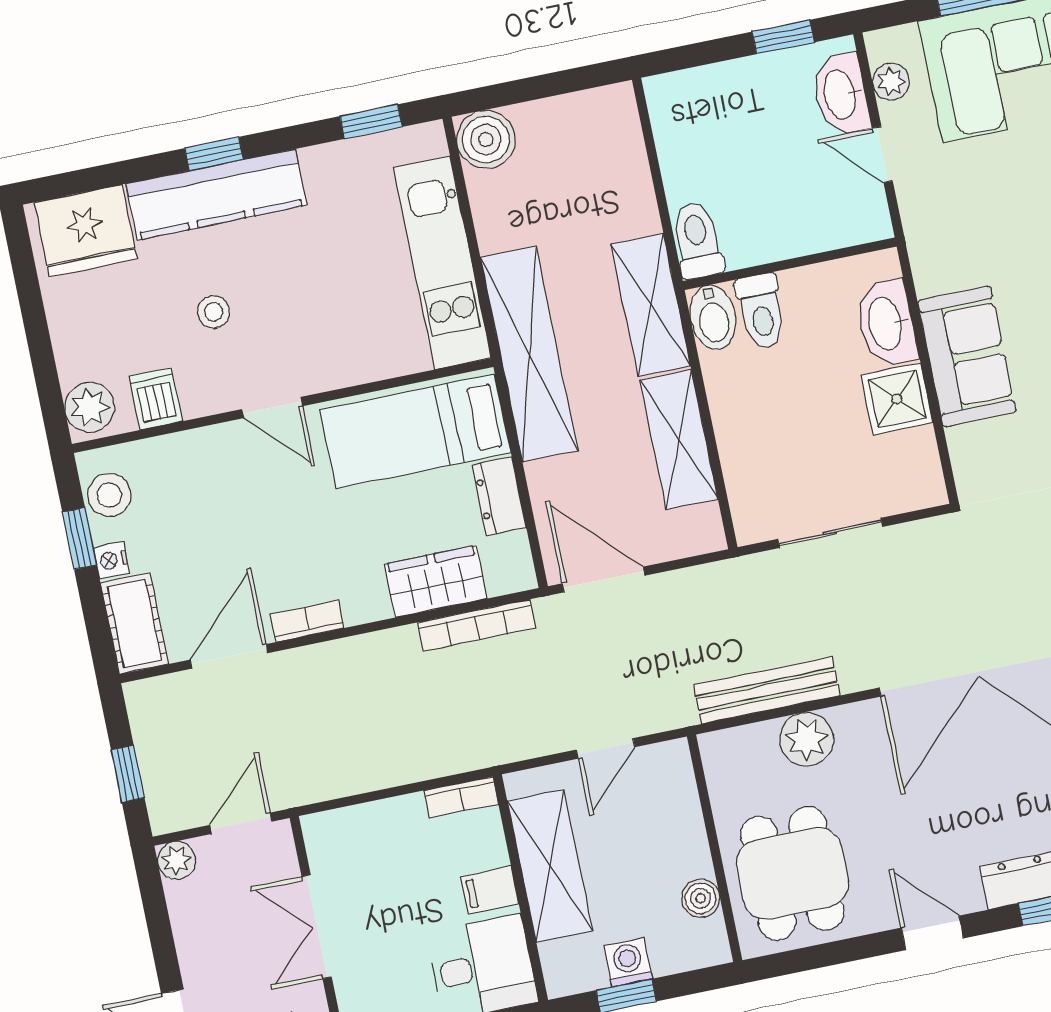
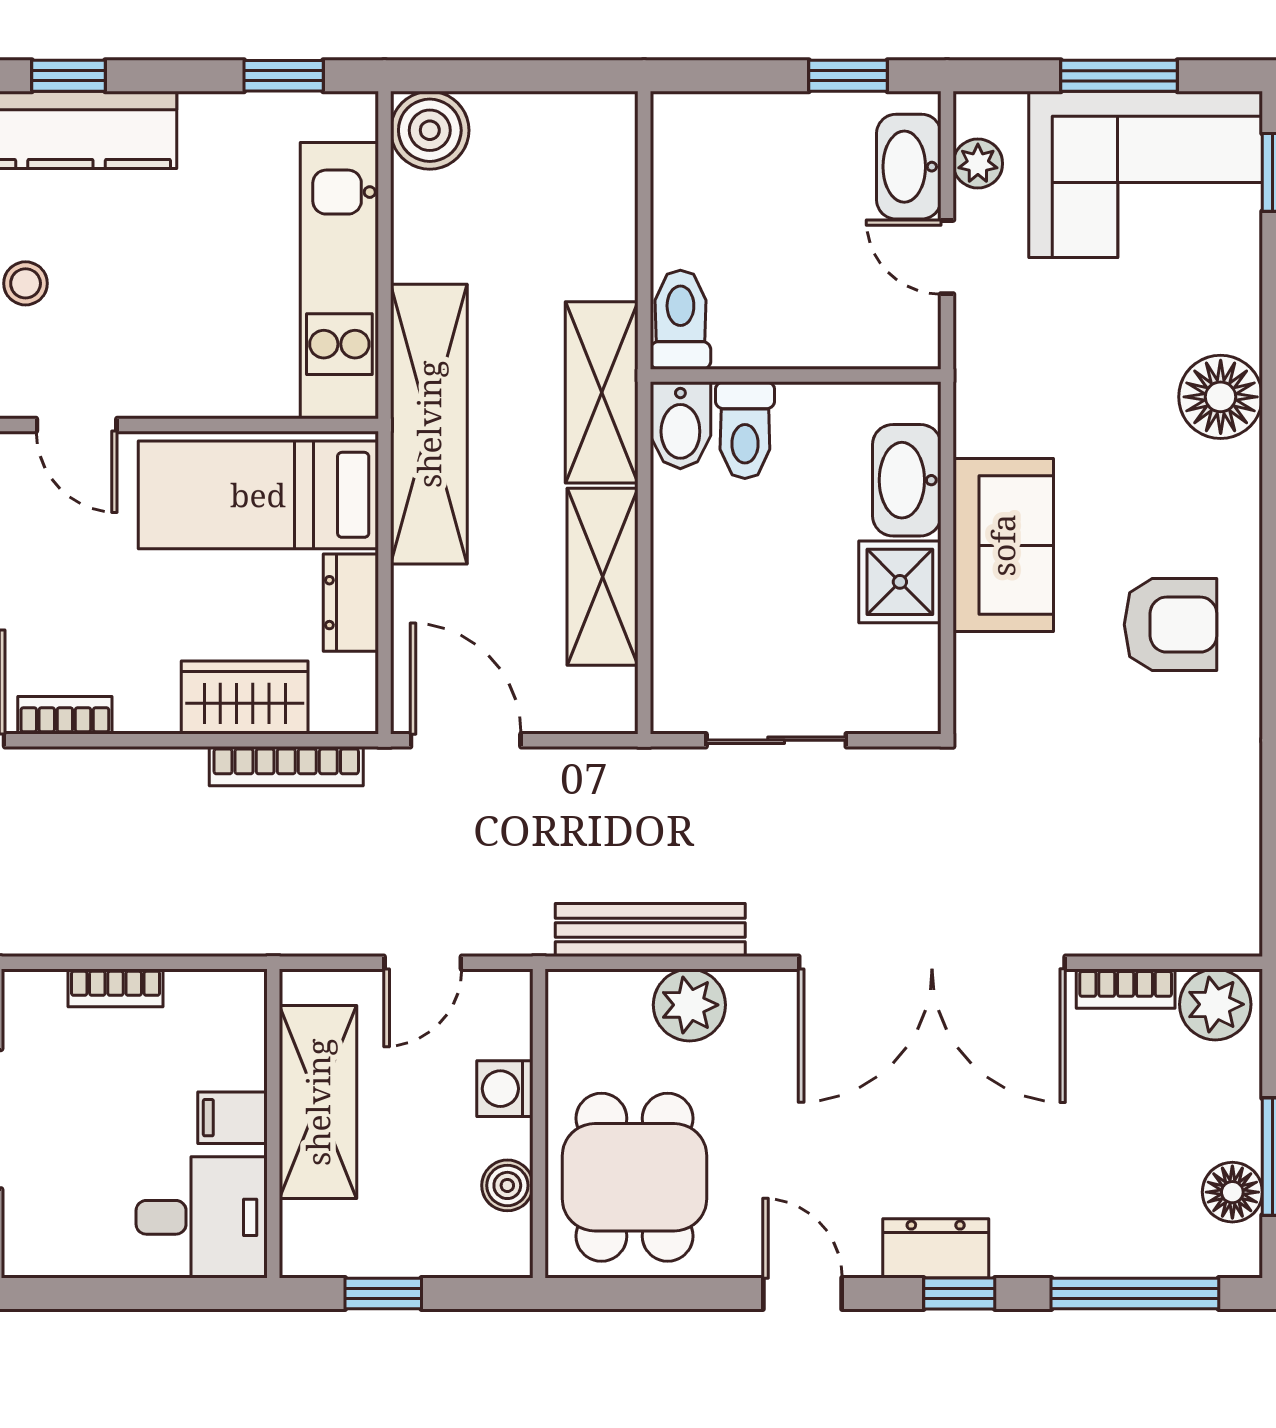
bookcase: (461, 797) -> (116, 988), moved
washing machine: (628, 962) -> (505, 1089), moved, turned -90

